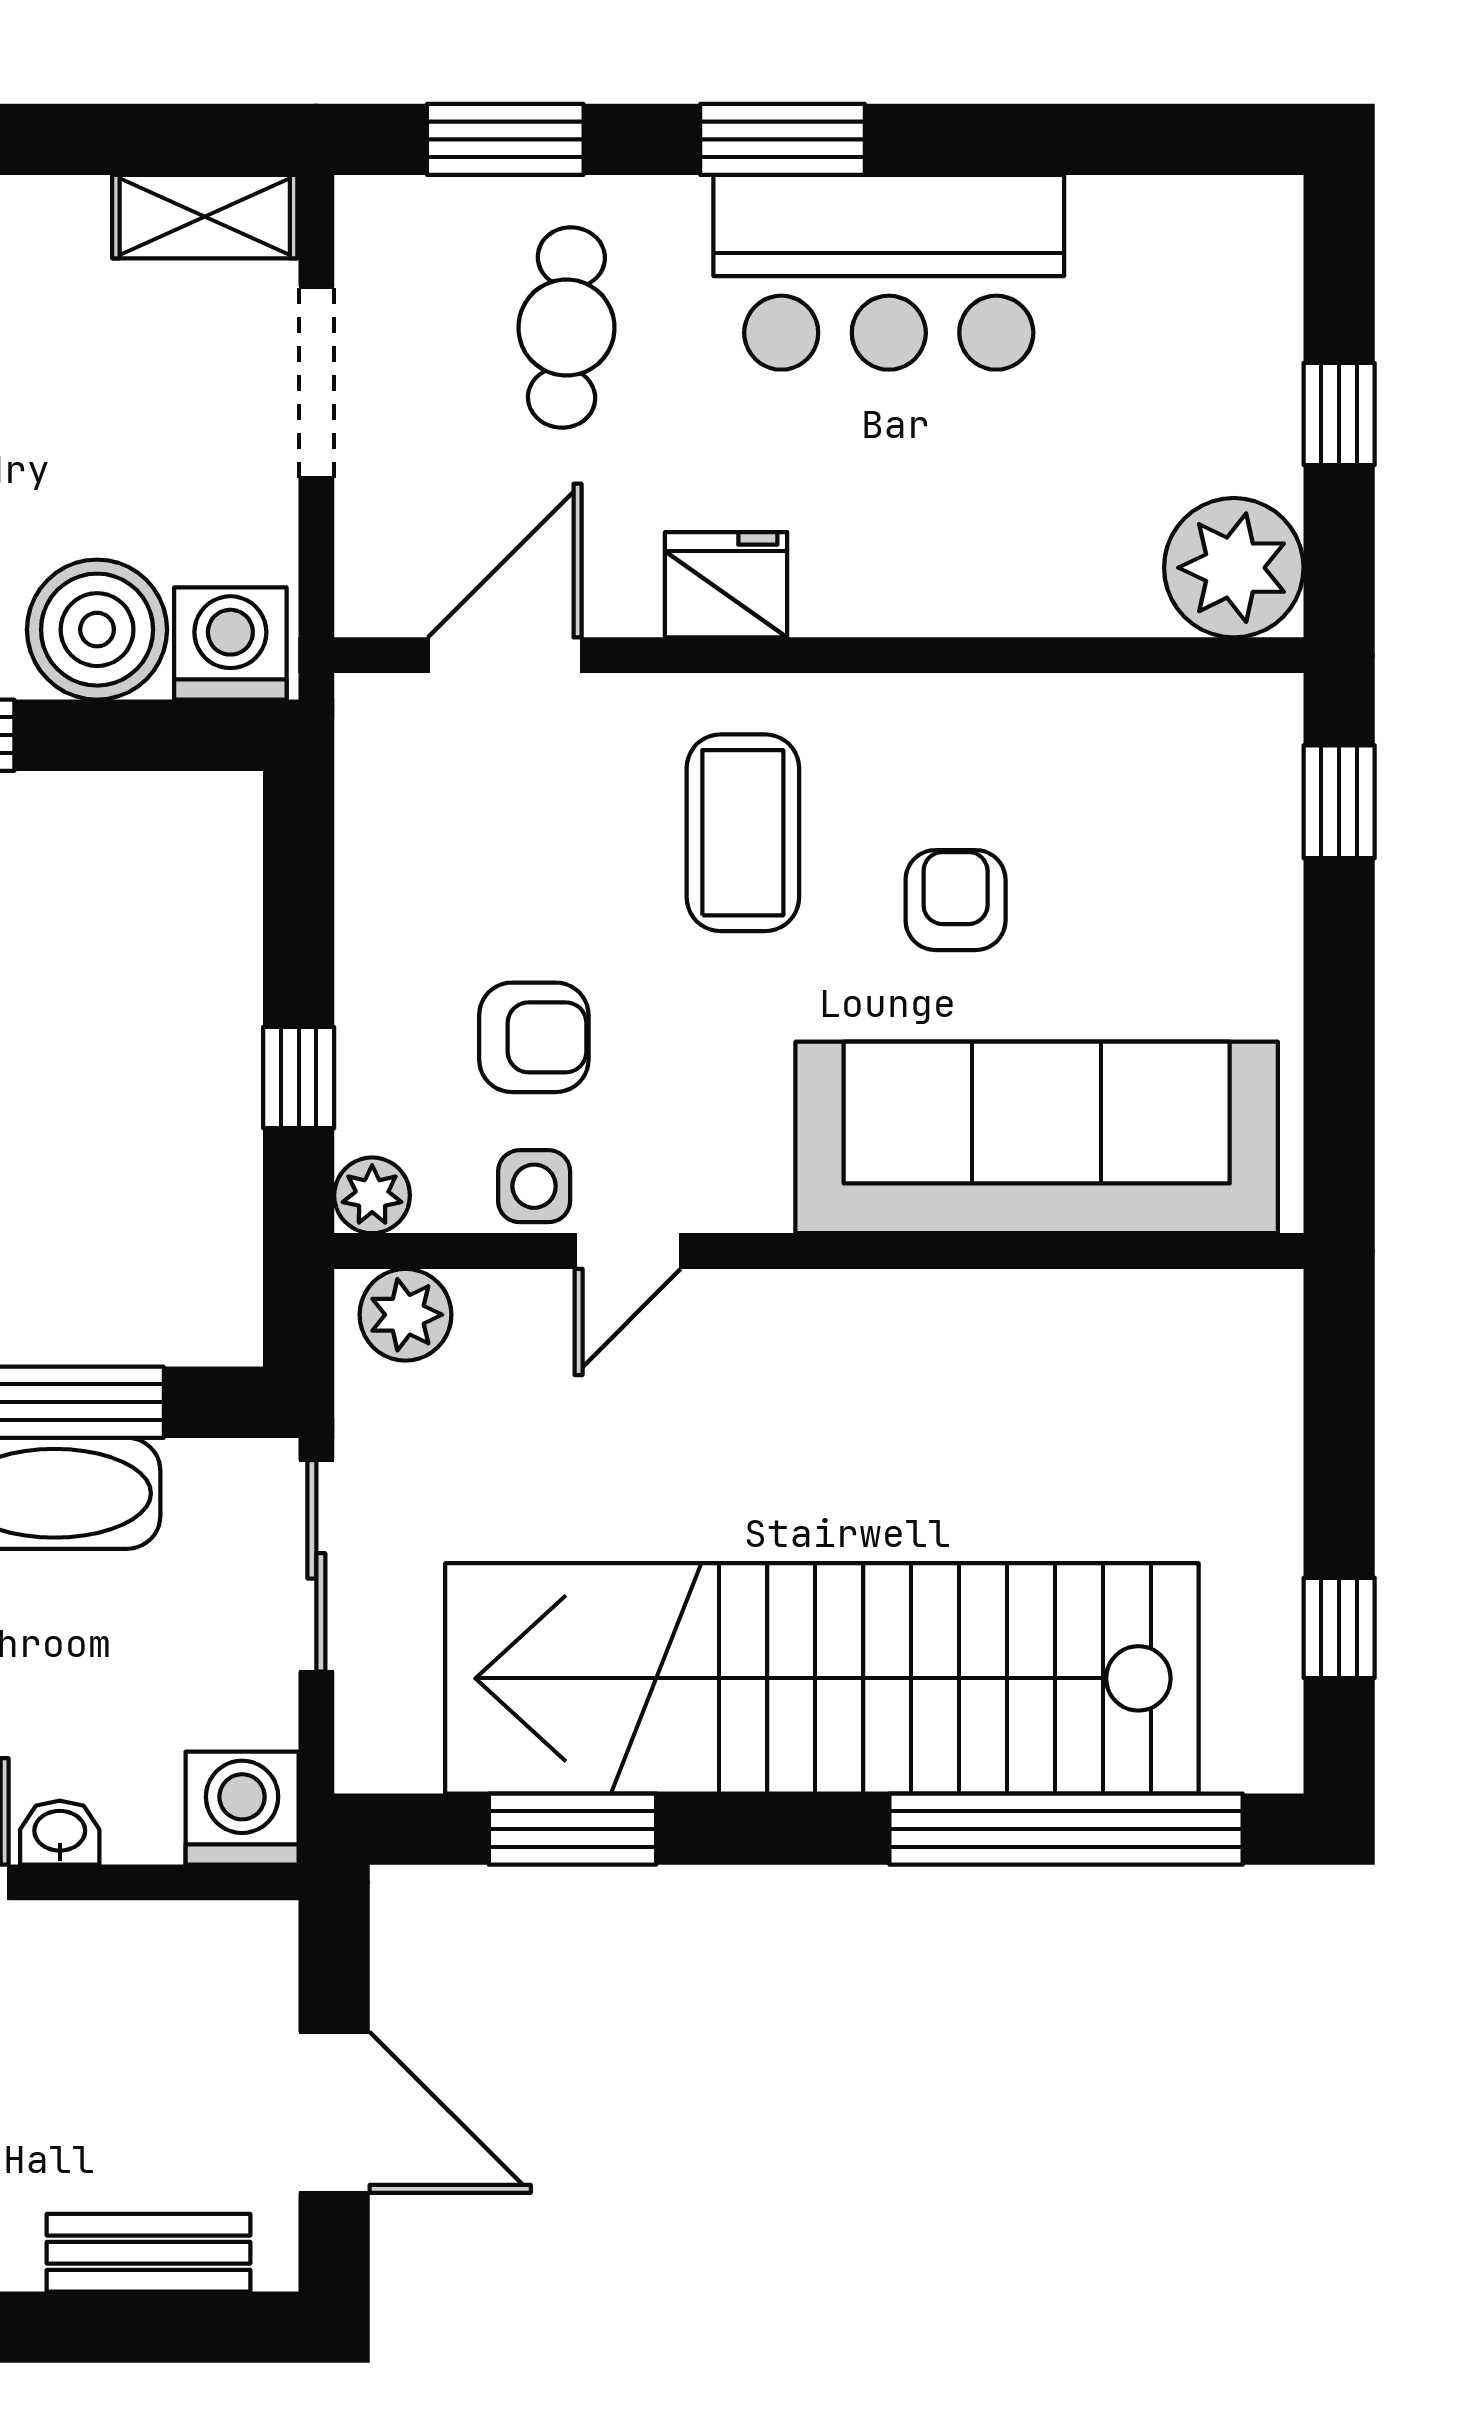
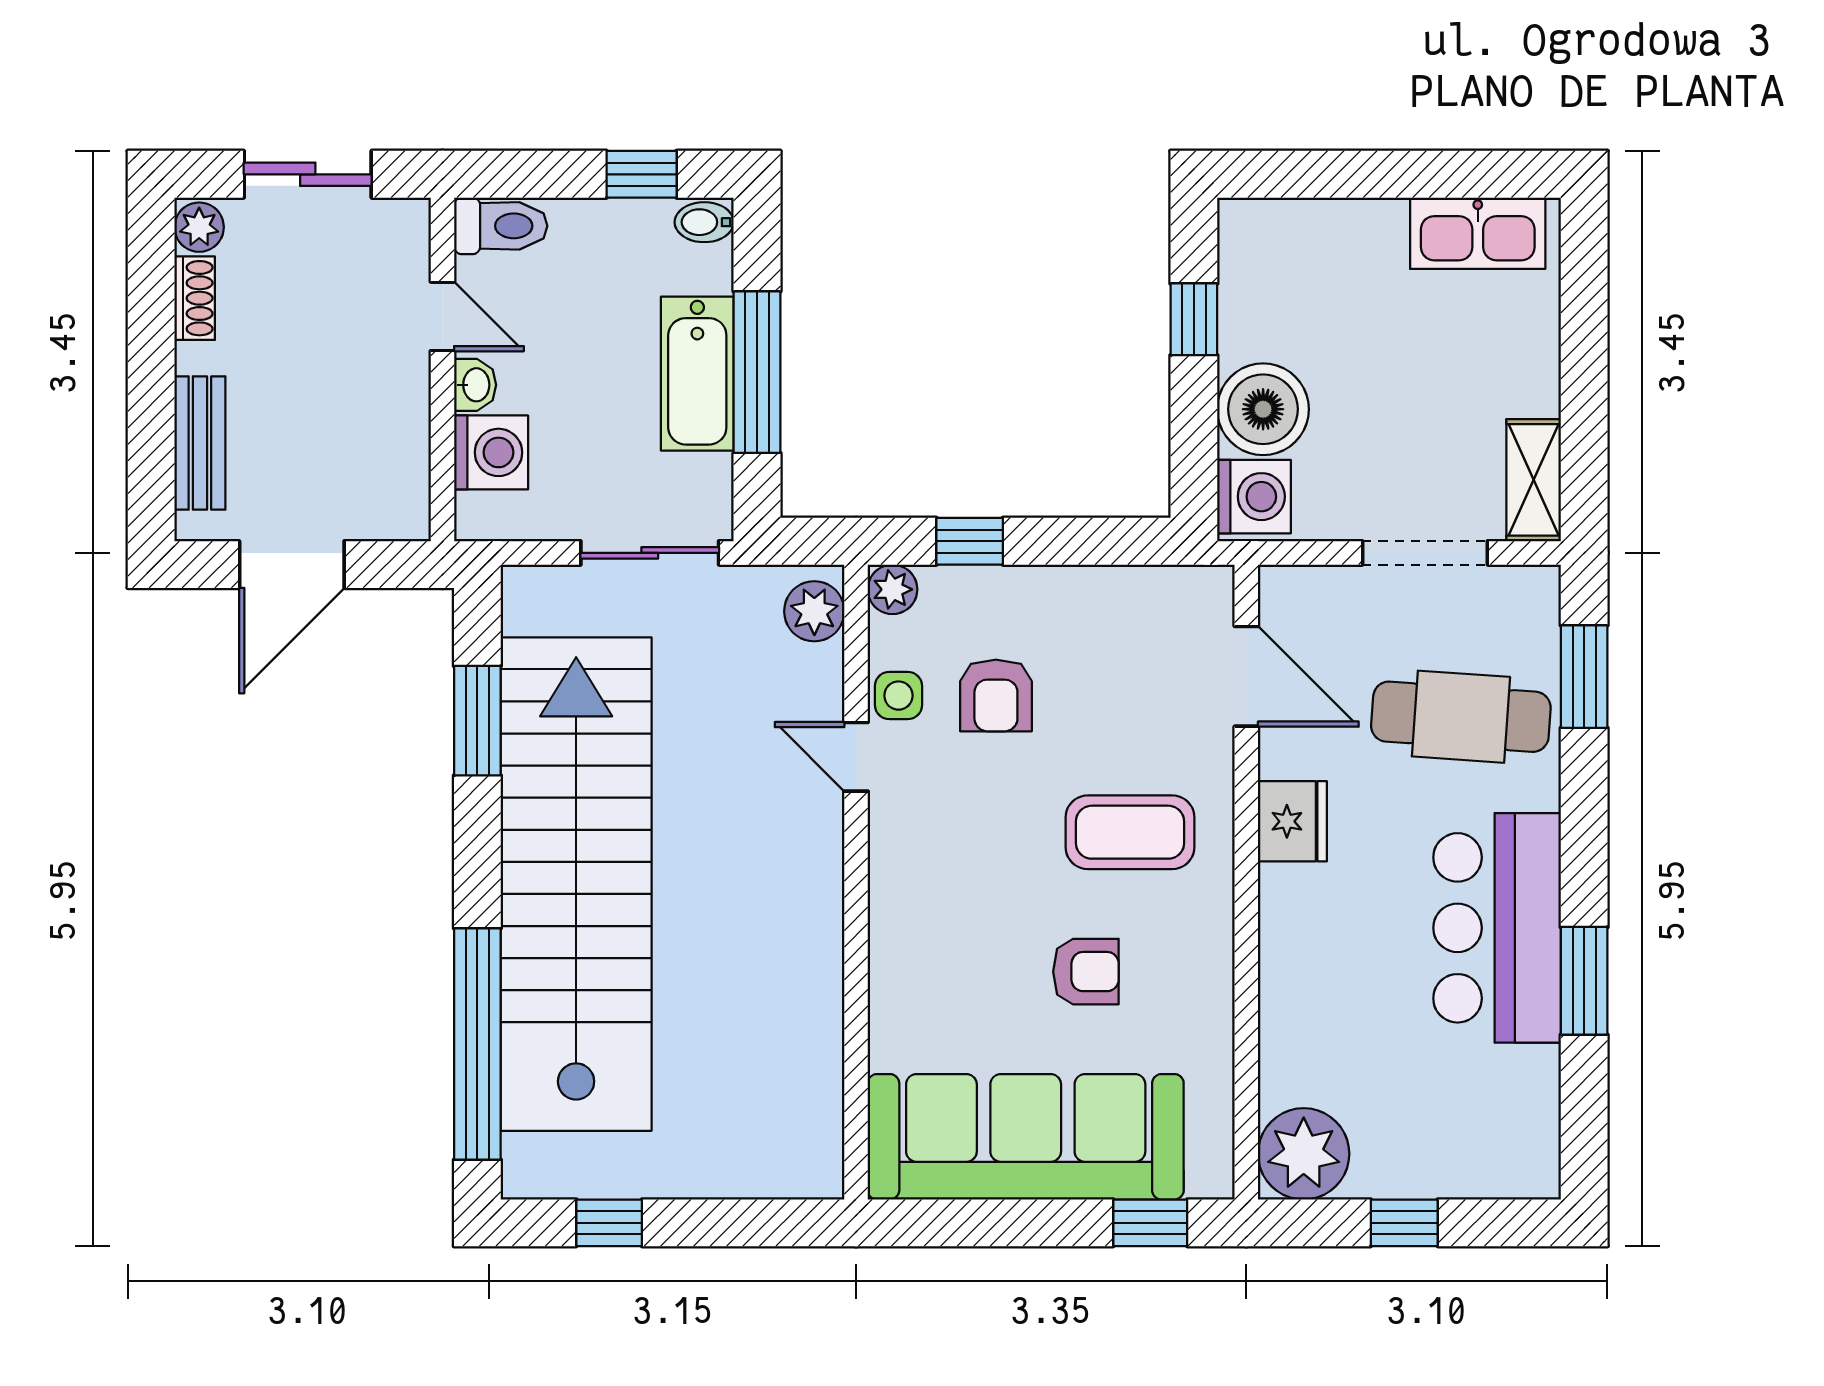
window: (782, 139) -> (1584, 981), moved
cafe table: (566, 328) -> (1461, 717), width x1.37, depth x1.35
sofa: (1037, 1137) -> (1026, 1137), moved, turned -90
washing machine: (242, 1808) -> (491, 452), moved

